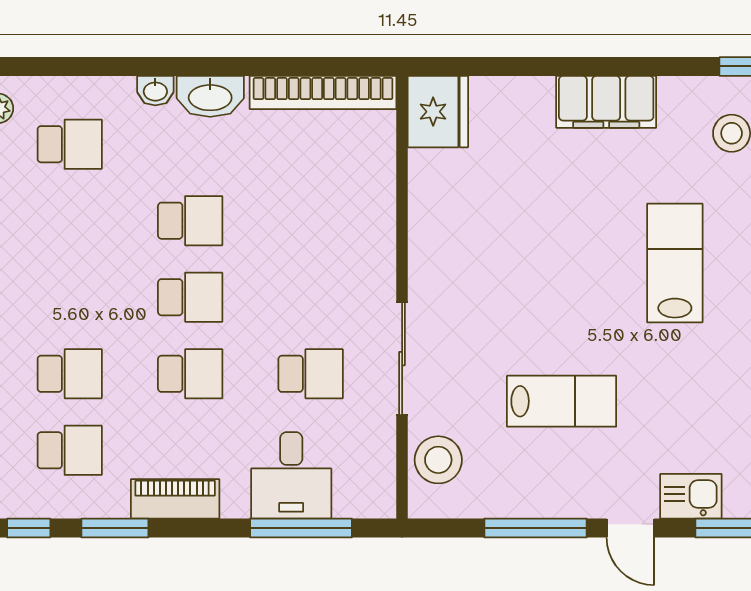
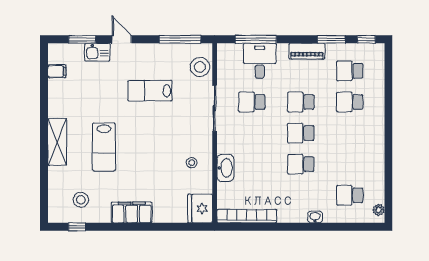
washbasin: (210, 96) -> (225, 168), moved, turned 90
stool: (459, 224) -> (192, 163), added
window: (536, 528) -> (180, 39), moved

